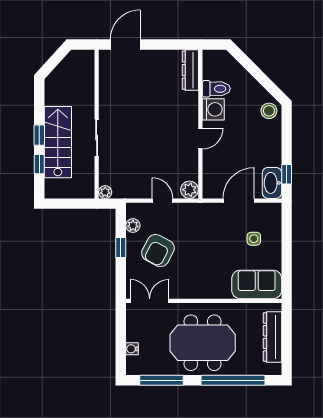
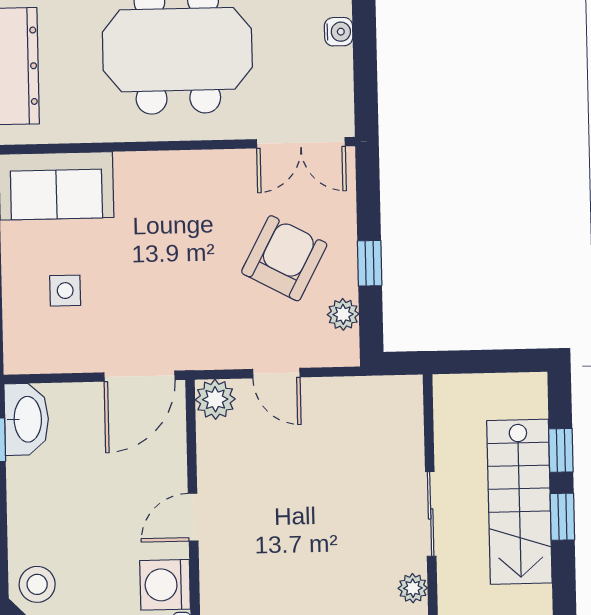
plant: (105, 192) -> (413, 588), moved
door: (239, 201) -> (139, 376), moved

